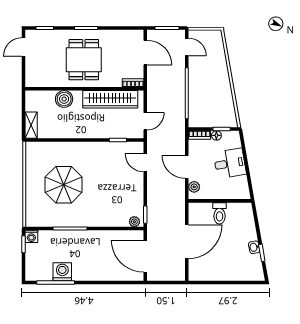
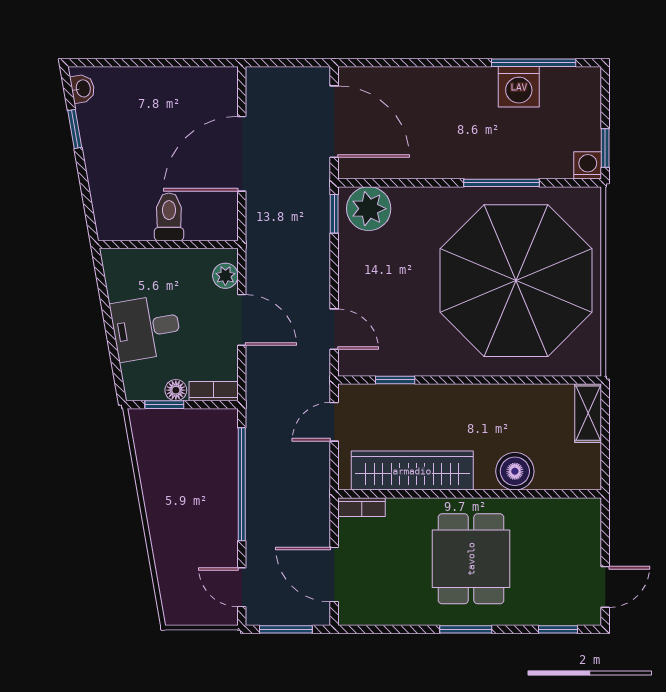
parasol: (64, 185) -> (516, 281), width x1.86, depth x1.86
plant: (134, 222) -> (369, 209), width x1.88, depth x1.88
washbasin: (254, 247) -> (83, 89), moved

